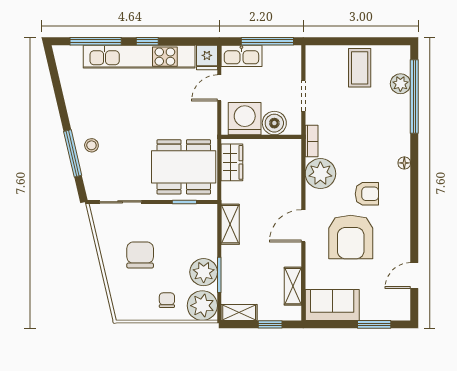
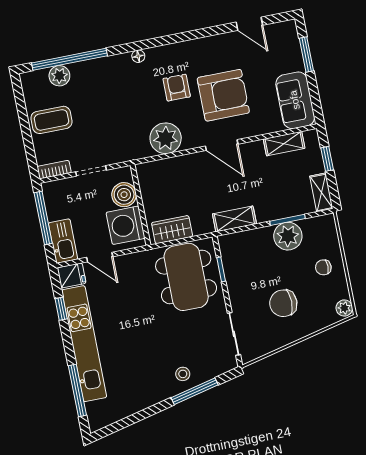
window: (147, 41) -> (61, 309), moved
bookcase: (312, 141) -> (54, 170), moved
plant: (202, 306) -> (344, 308), moved, width x0.53, depth x0.53

